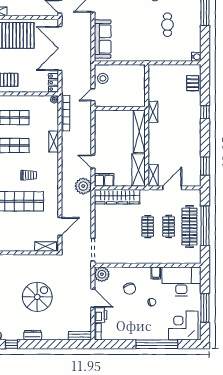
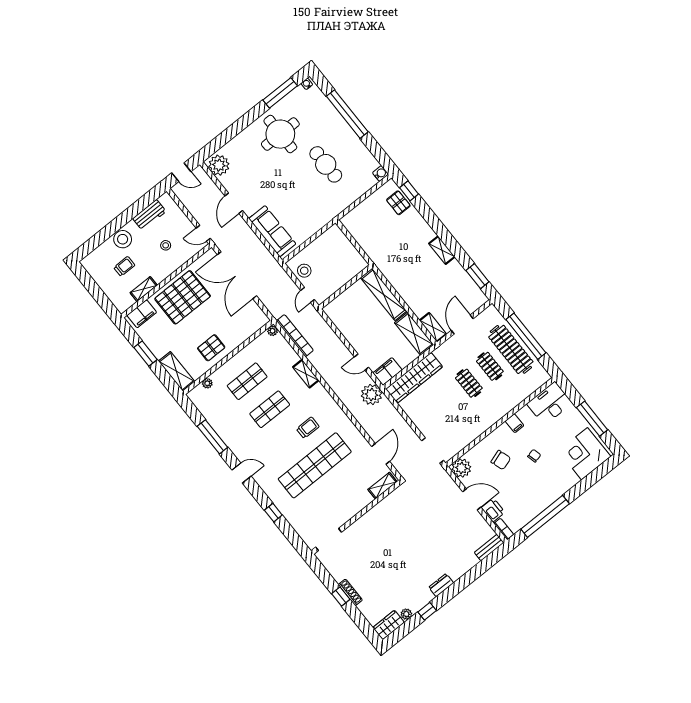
cafe table: (167, 25) -> (326, 164), width x1.37, depth x1.35
locker: (53, 83) -> (258, 315), removed
shelving: (153, 112) -> (442, 250), moved
window: (205, 112) -> (409, 191), moved
desk: (181, 281) -> (549, 403), width x0.73, depth x0.77
spiral stairs: (37, 297) -> (415, 543), removed
window: (157, 344) -> (545, 516), moved

